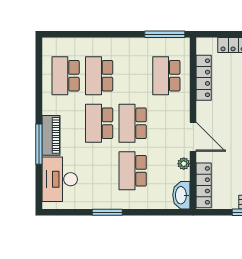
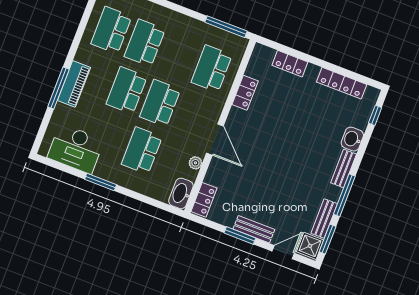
locker: (204, 78) -> (245, 93), width x0.66
desk: (60, 179) -> (76, 149), moved, turned -90
locker: (204, 185) -> (204, 200), width x0.66

